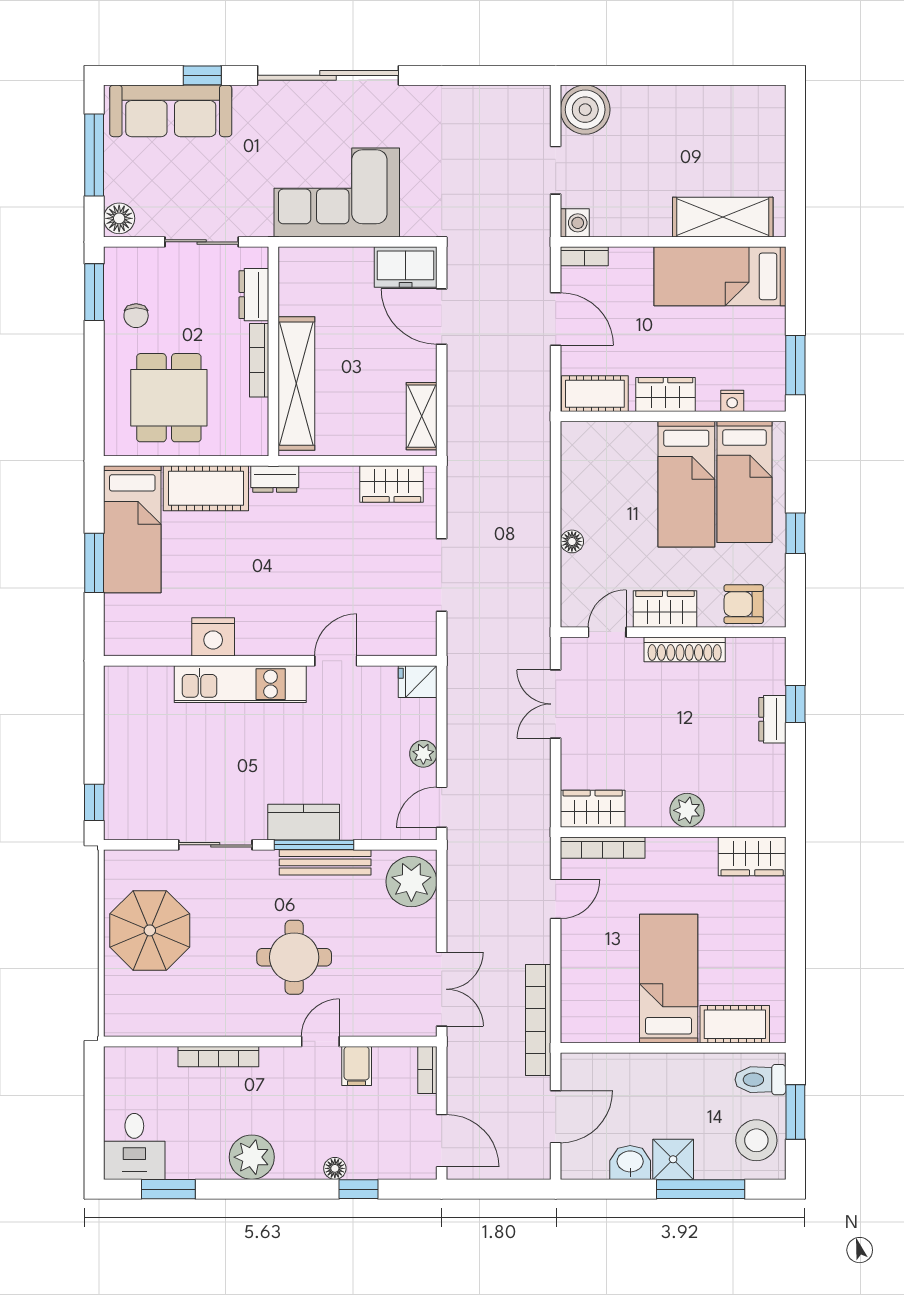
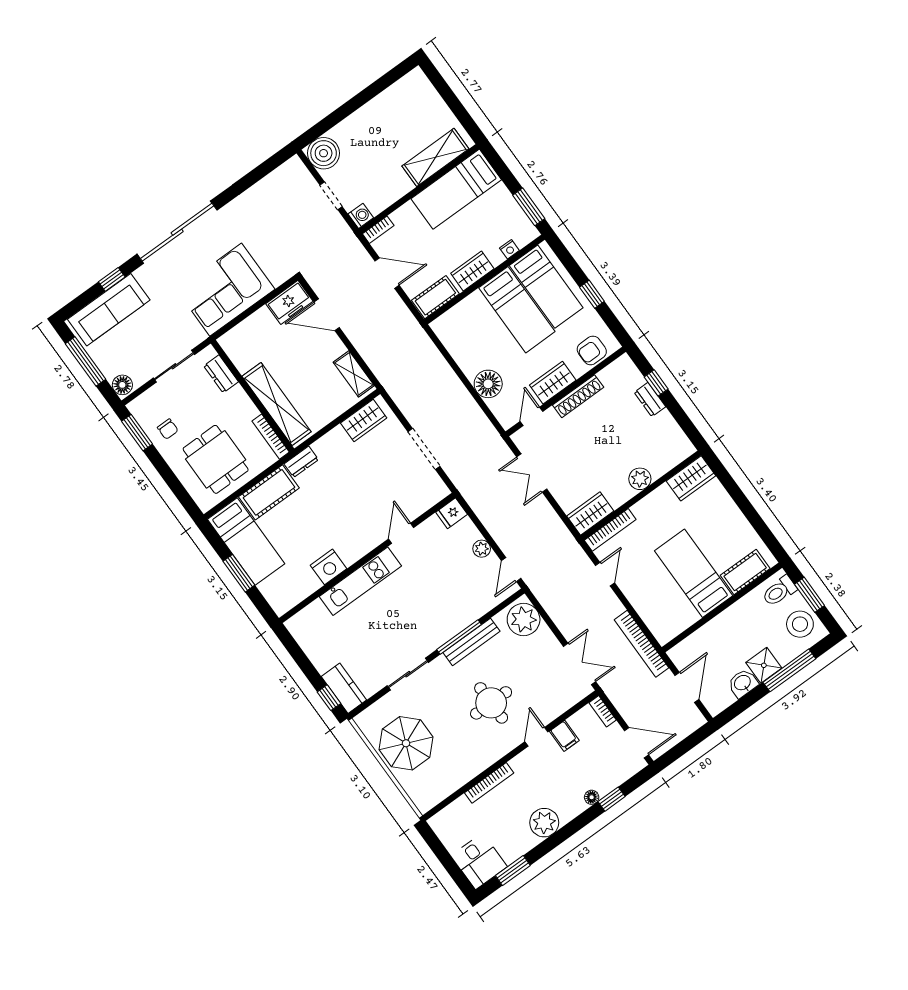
bookcase: (259, 360) -> (271, 437), moved
floor lamp: (572, 541) -> (488, 384), width x1.89, depth x1.89
kitchen counter: (304, 822) -> (344, 688), moved, turned 90

